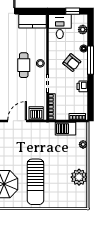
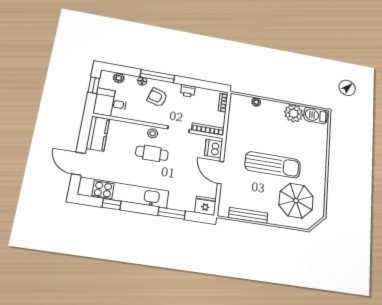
armchair: (72, 63) -> (157, 97), turned -112
barbecue: (66, 129) -> (316, 115), moved, turned 90
sun lounger: (35, 182) -> (273, 165), moved

